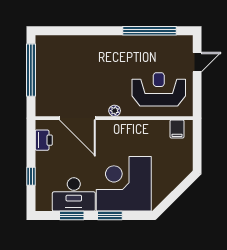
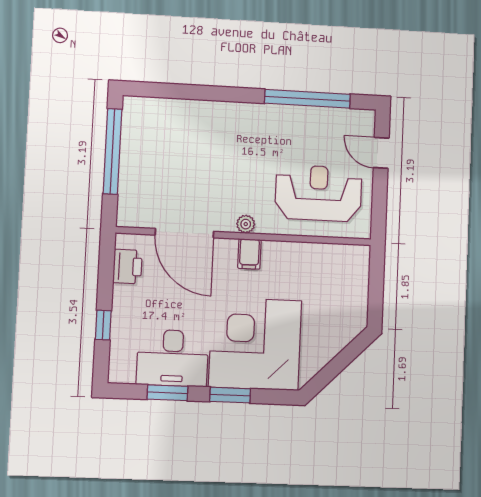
door: (197, 62) -> (381, 153), swing flipped
filing cabinet: (177, 129) -> (249, 254), moved

